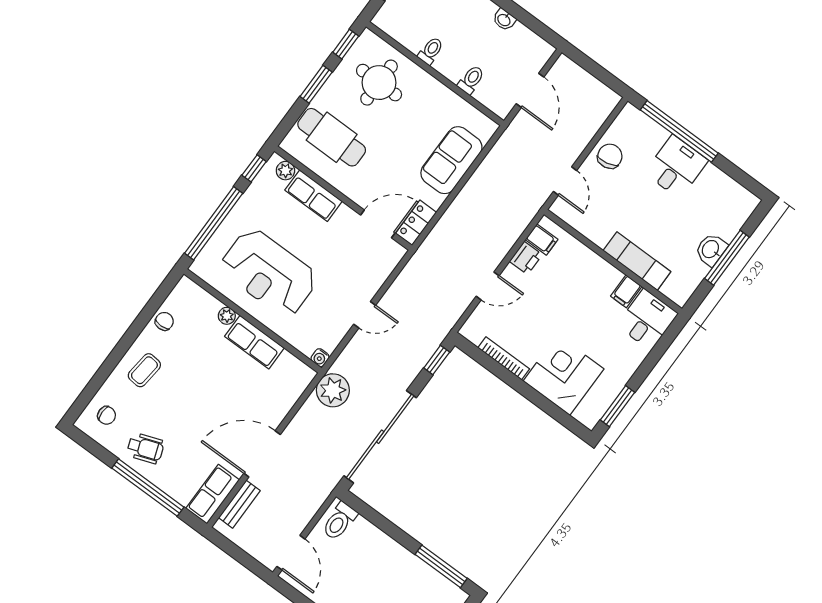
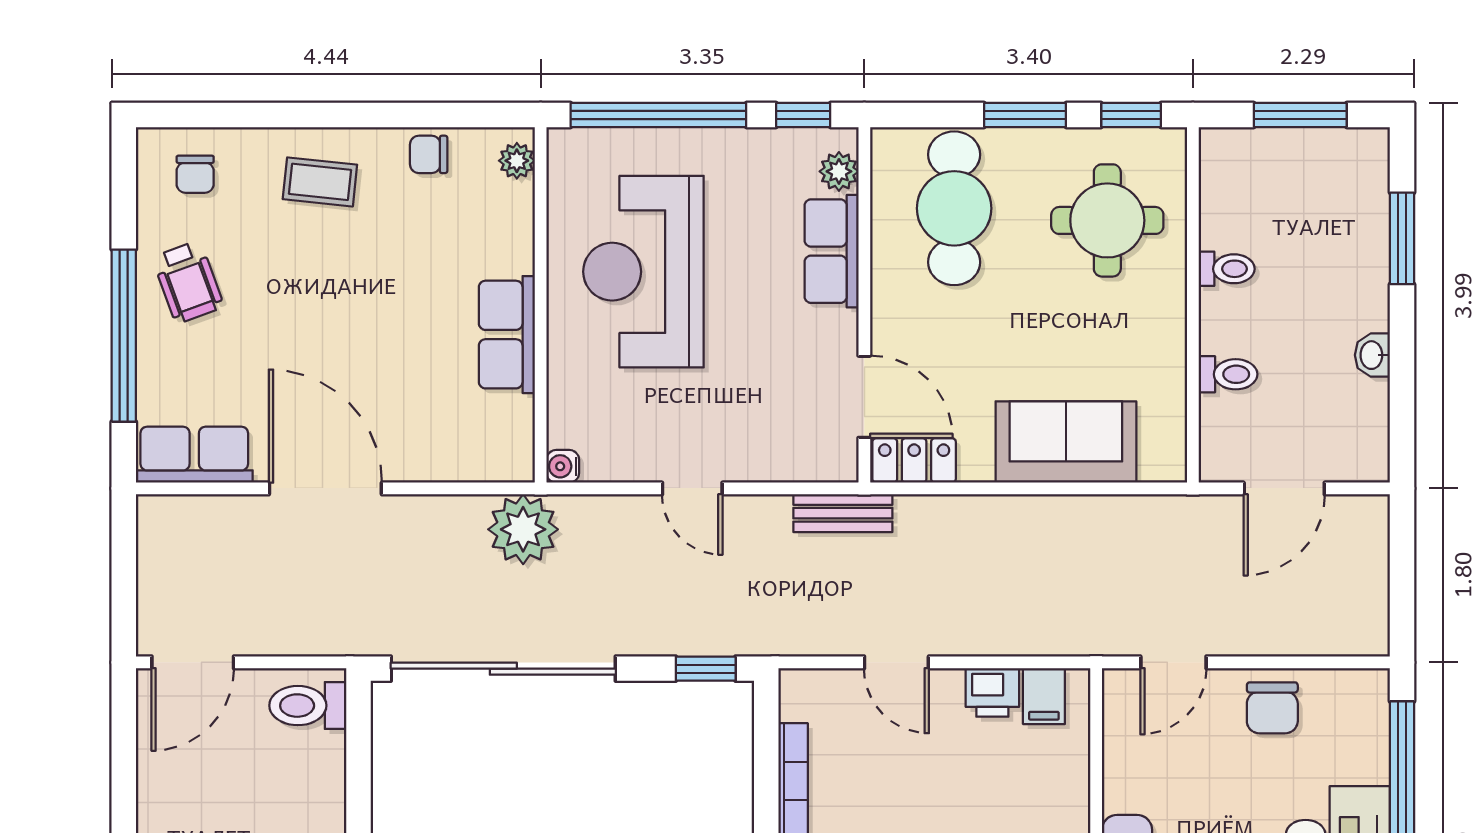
chair: (610, 156) -> (1272, 708), turned 101
plant: (227, 316) -> (517, 161), moved
chair: (164, 321) -> (429, 154), turned 180
bench: (239, 504) -> (843, 513), moved

